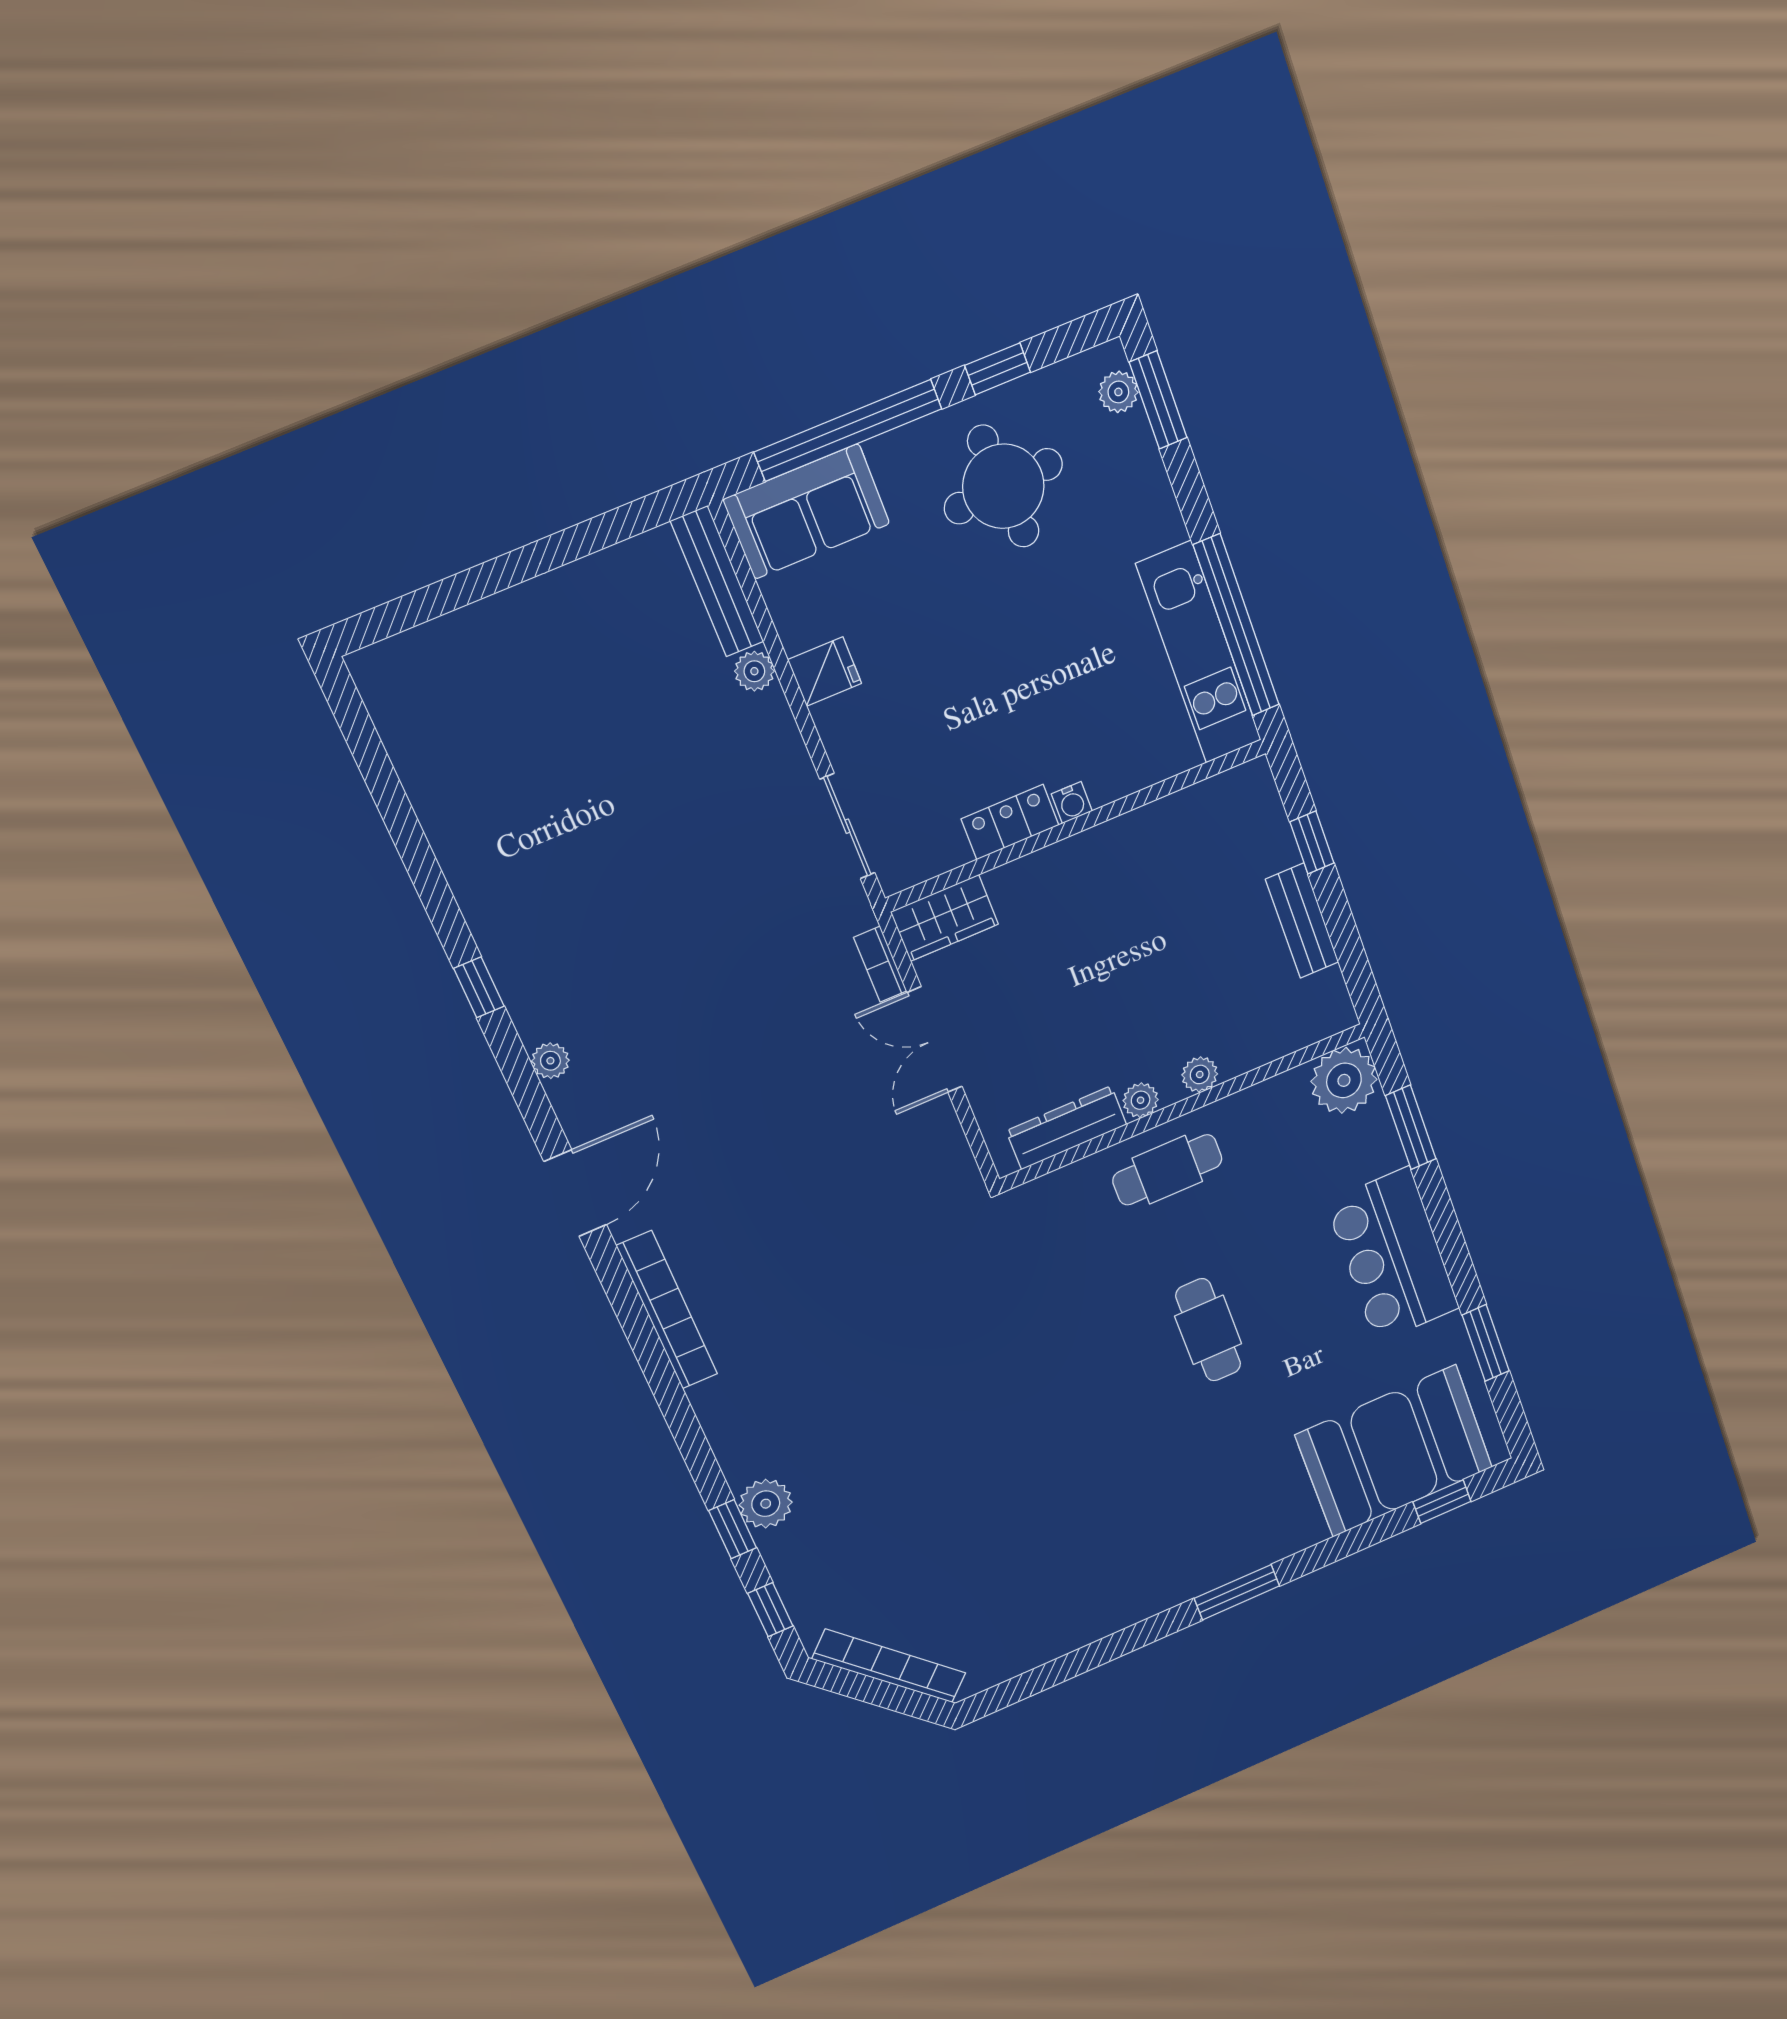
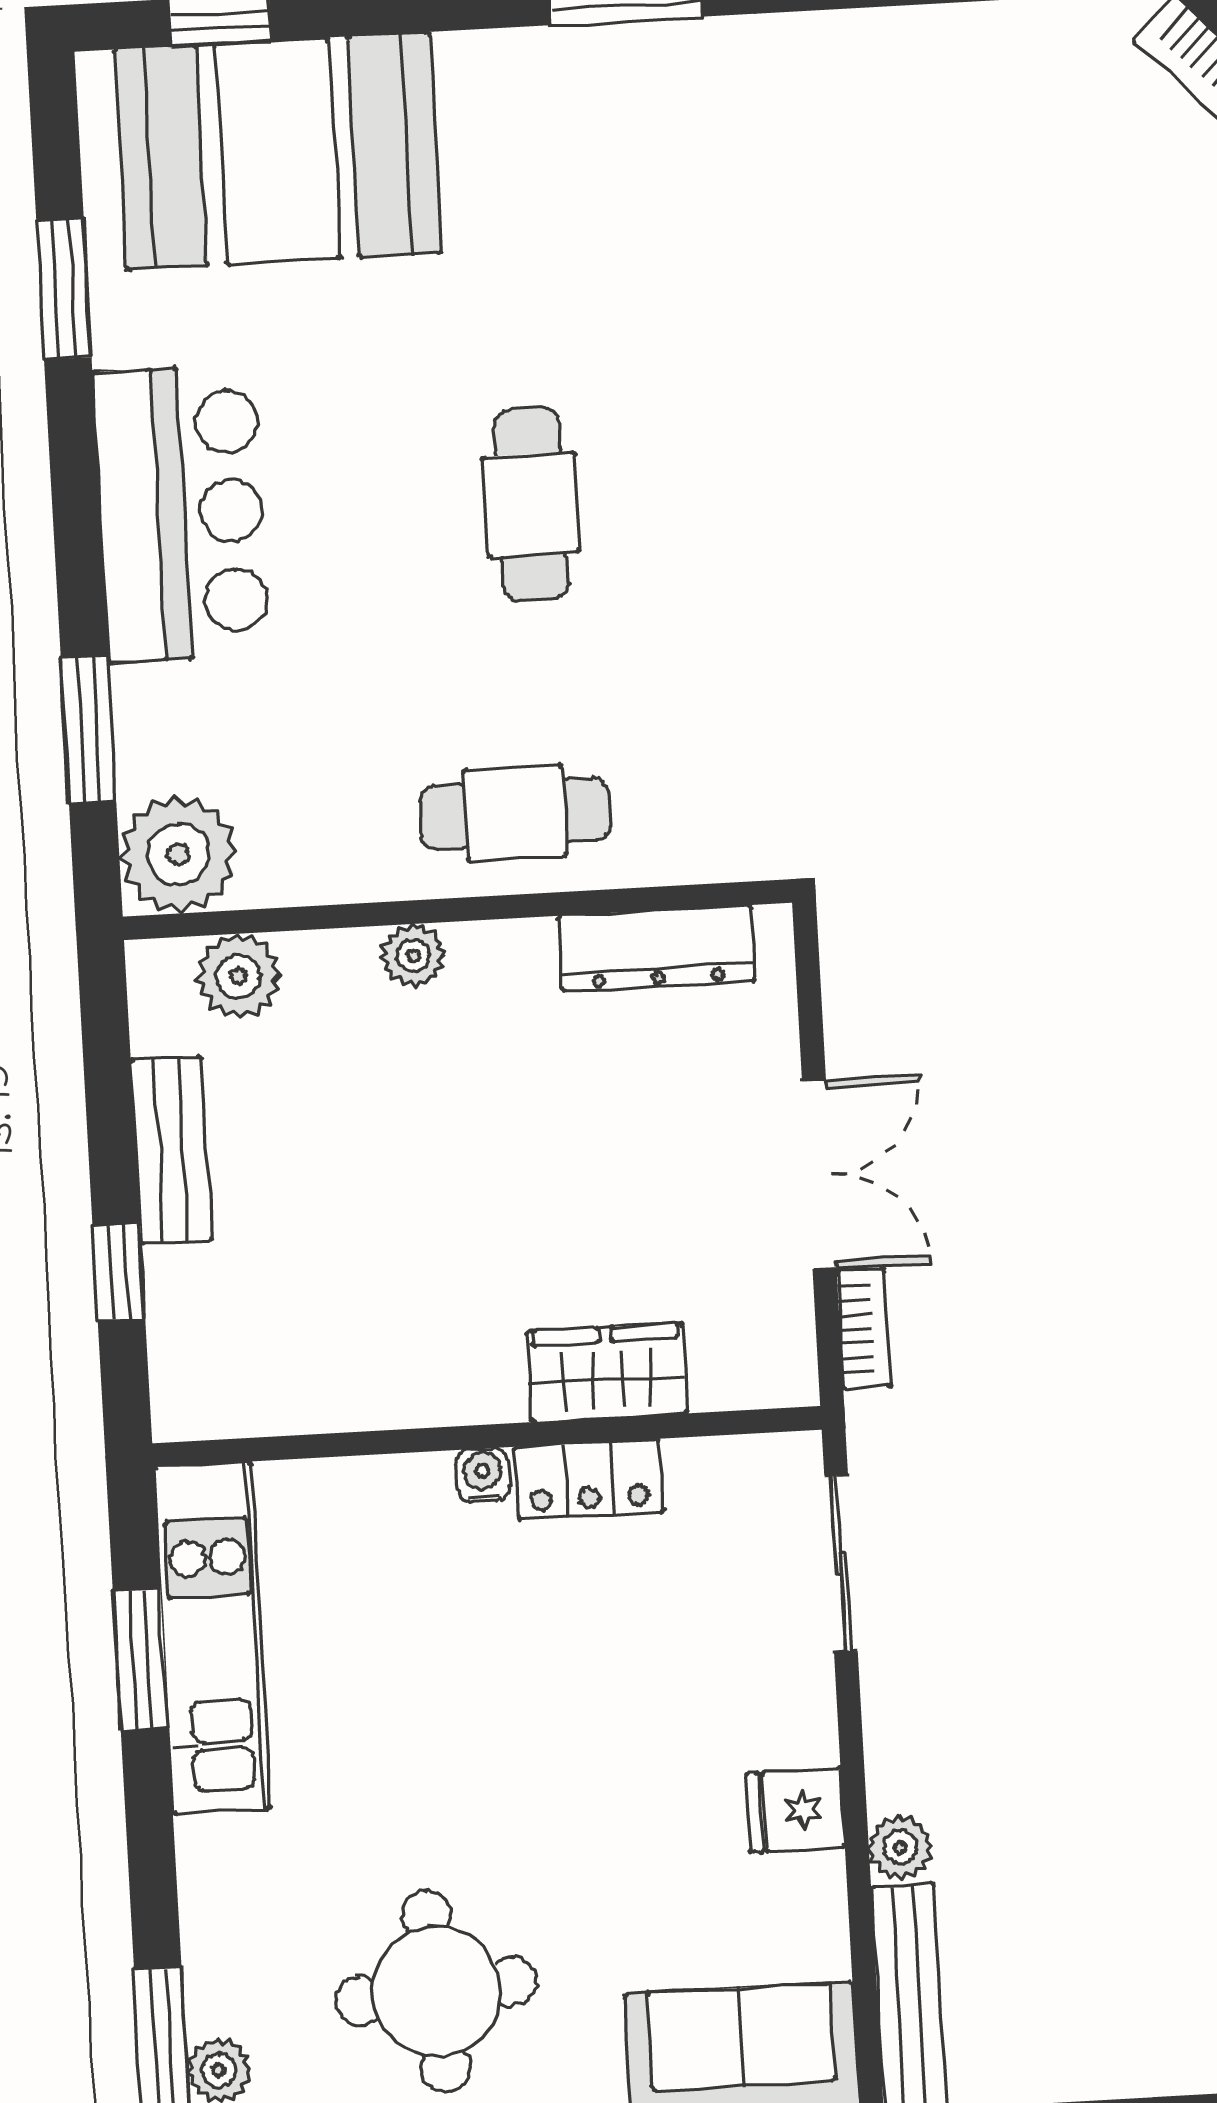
window: (1236, 625) -> (140, 1659), width x0.47
wardrobe: (945, 918) -> (607, 1372), moved
plant: (1141, 1100) -> (238, 976), moved, width x1.38, depth x1.38

